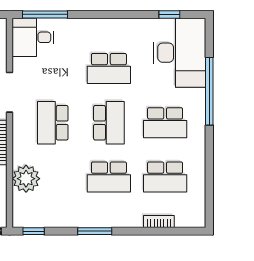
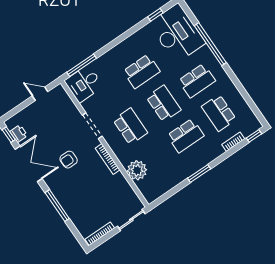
school desk: (53, 123) -> (130, 126), turned 180
school desk: (165, 177) -> (219, 113), turned 90
window: (34, 231) -> (254, 136), moved

